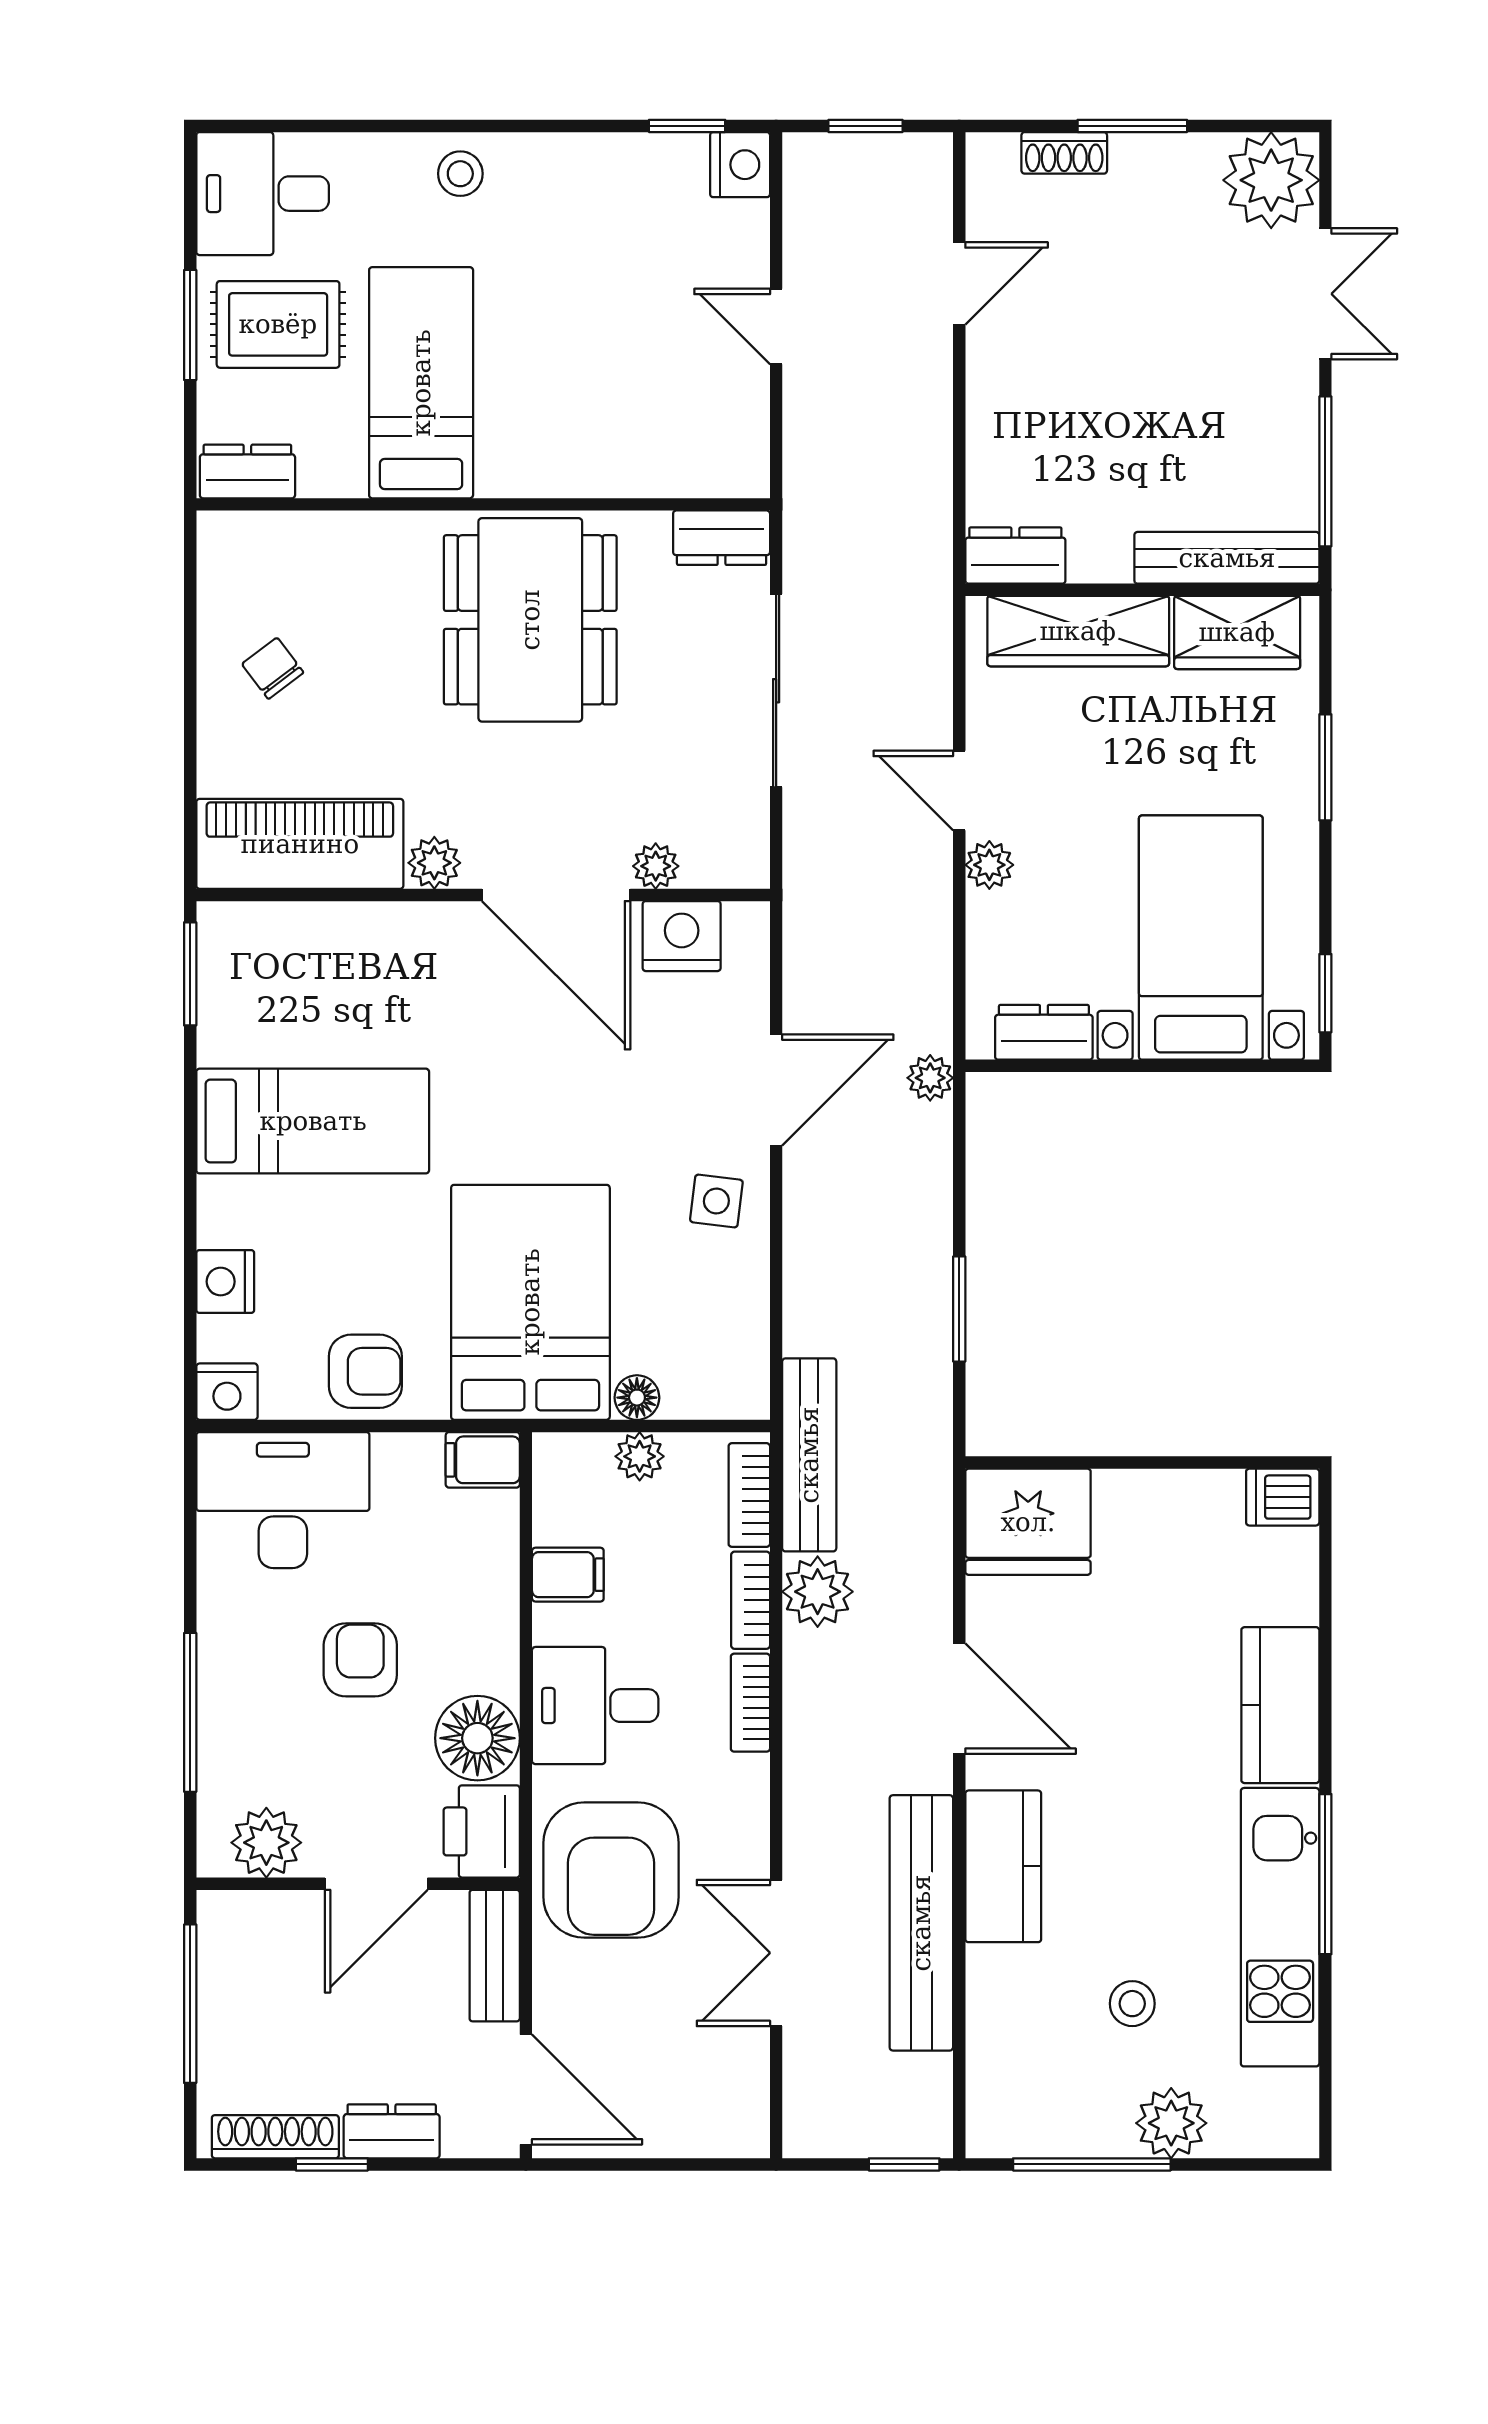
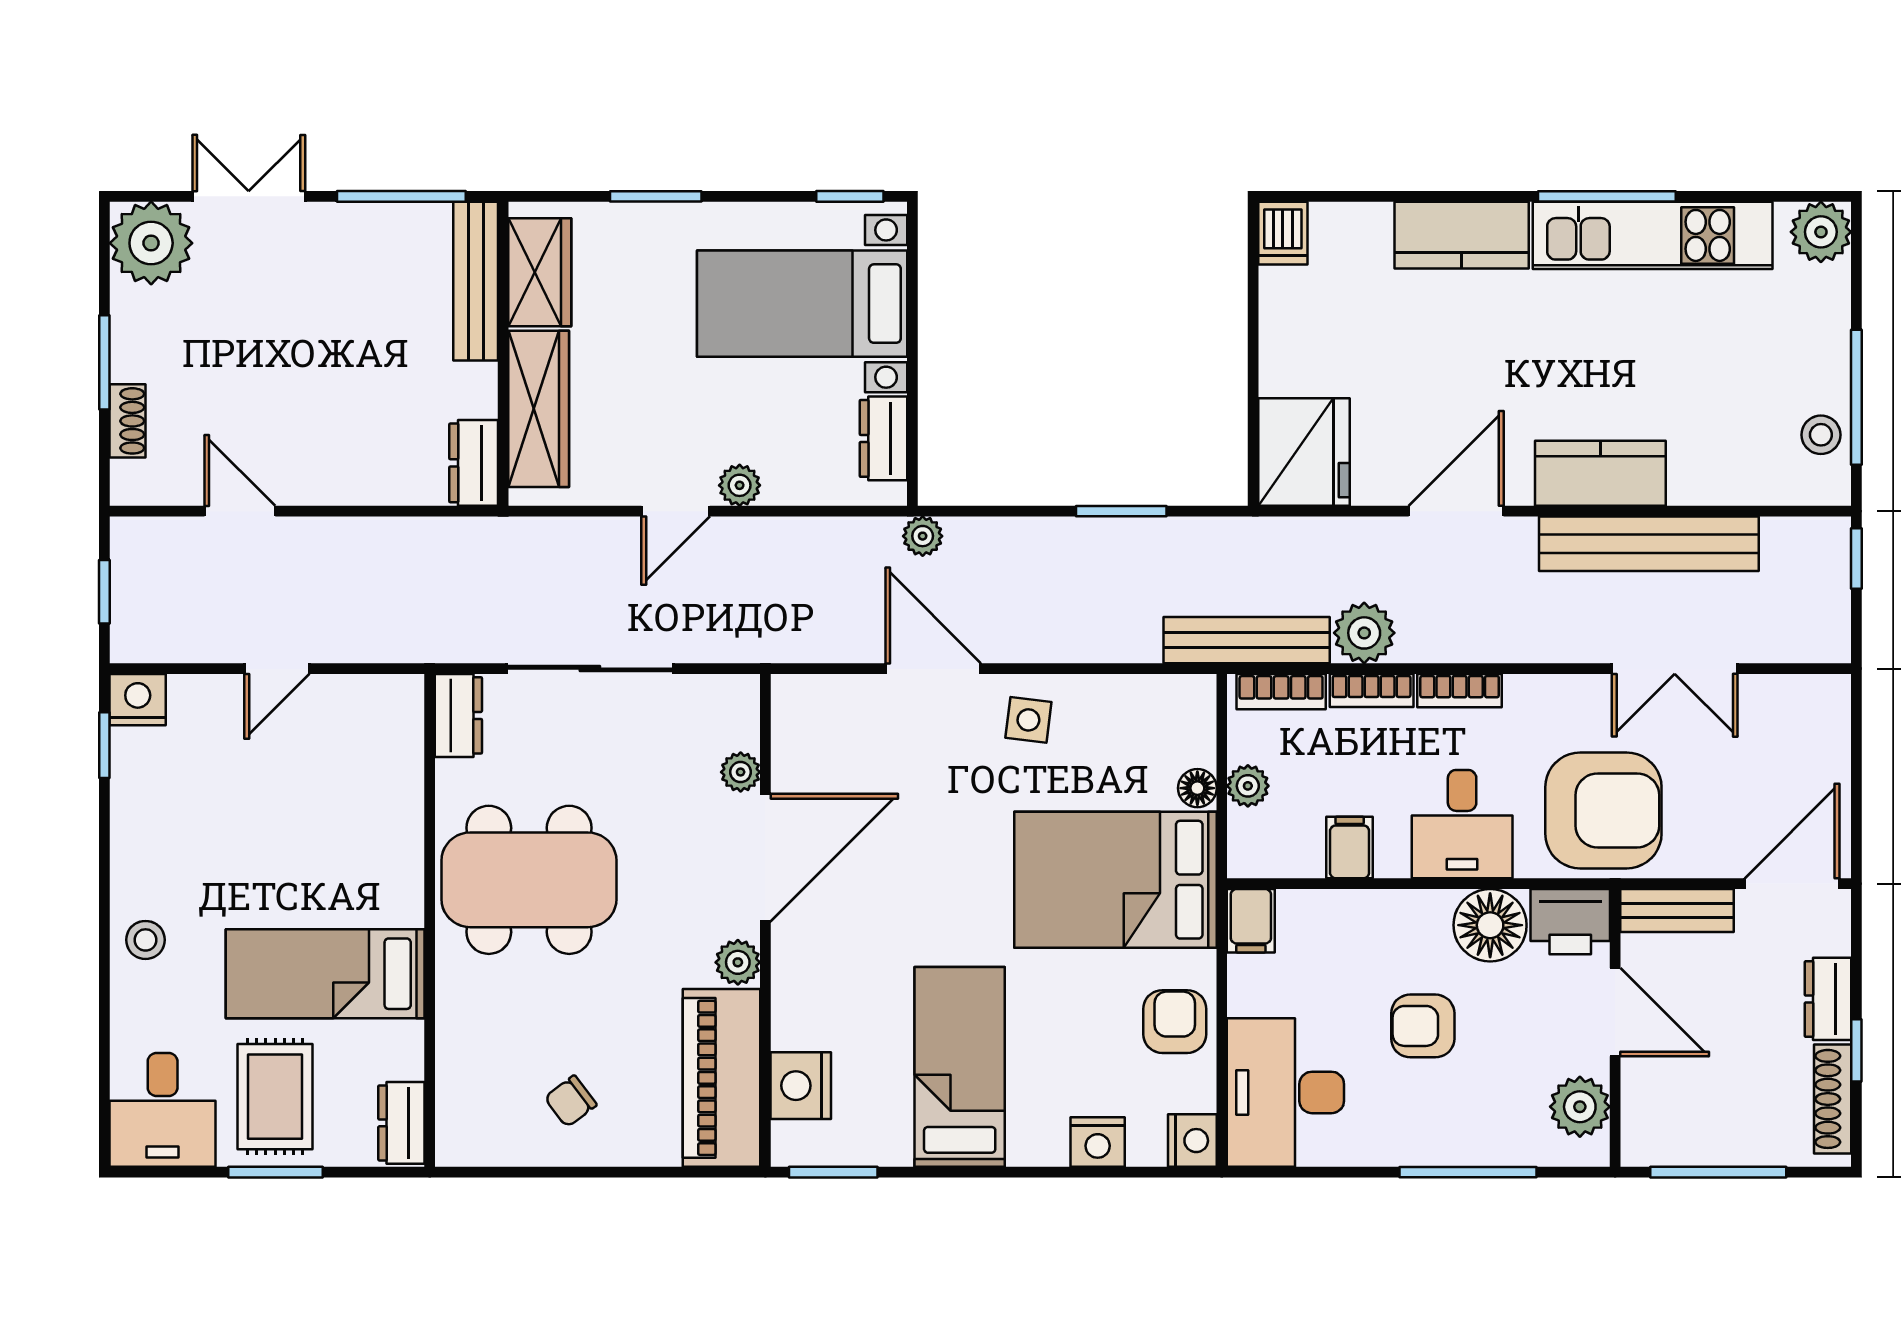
nightstand: (682, 936) -> (801, 1086), moved
stool: (1132, 2004) -> (1821, 435), moved
plant: (1171, 2123) -> (1821, 232), moved

